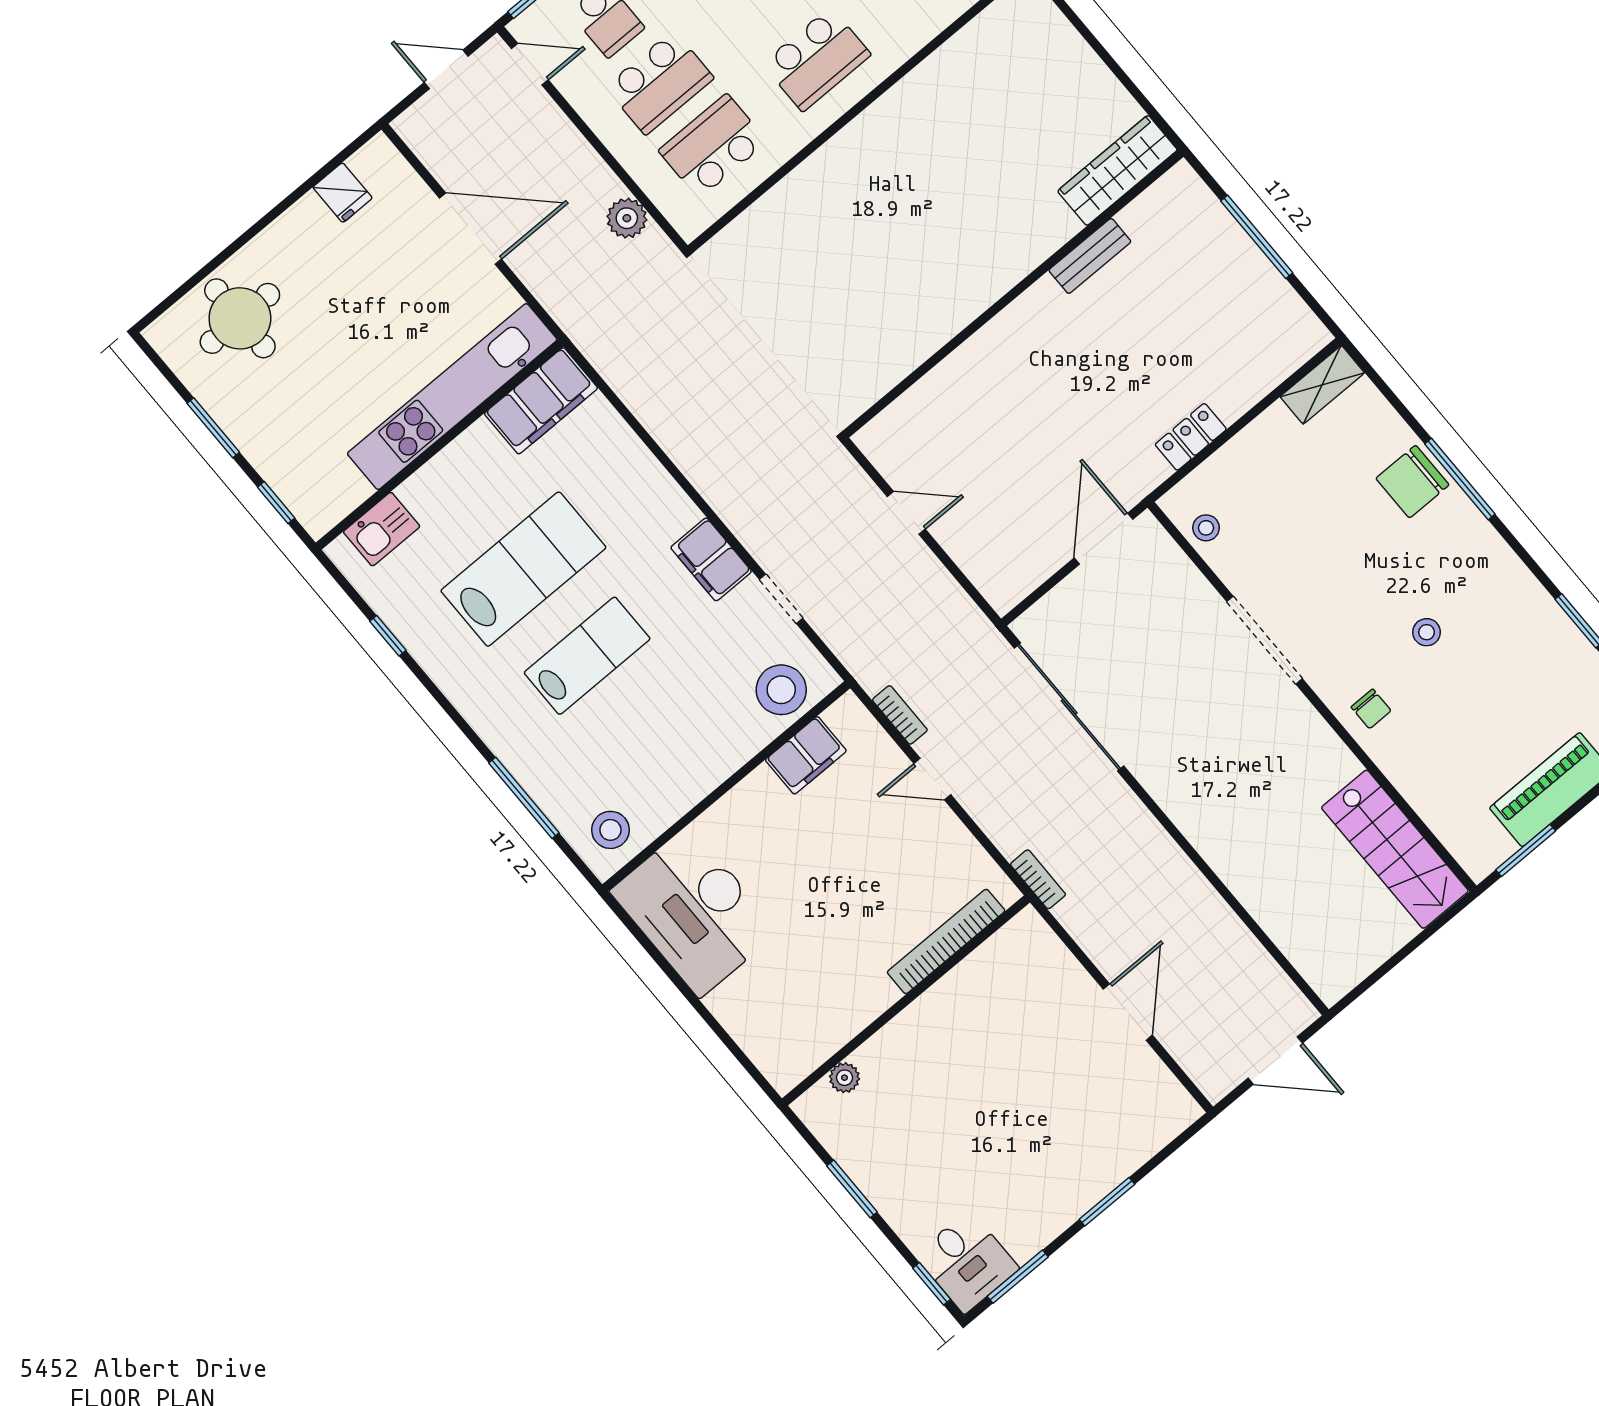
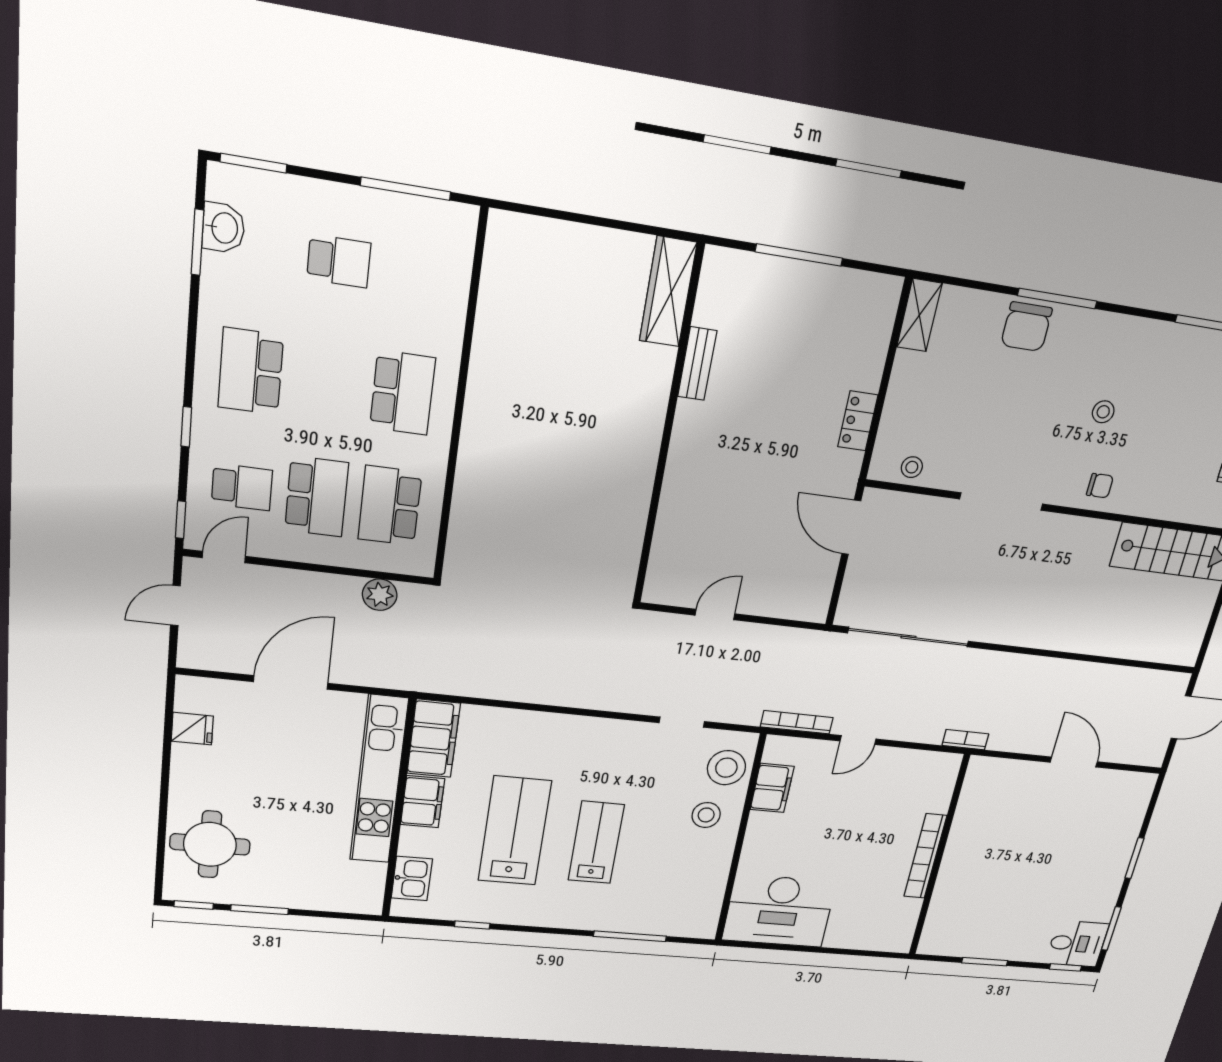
window: (276, 503) -> (194, 905), moved
filing cabinet: (711, 559) -> (423, 802), moved, turned -90
bookcase: (900, 715) -> (797, 722), width x1.56
stool: (610, 830) -> (706, 815), moved
bookcase: (946, 941) -> (925, 856), moved
plant: (844, 1078) -> (936, 918), removed

